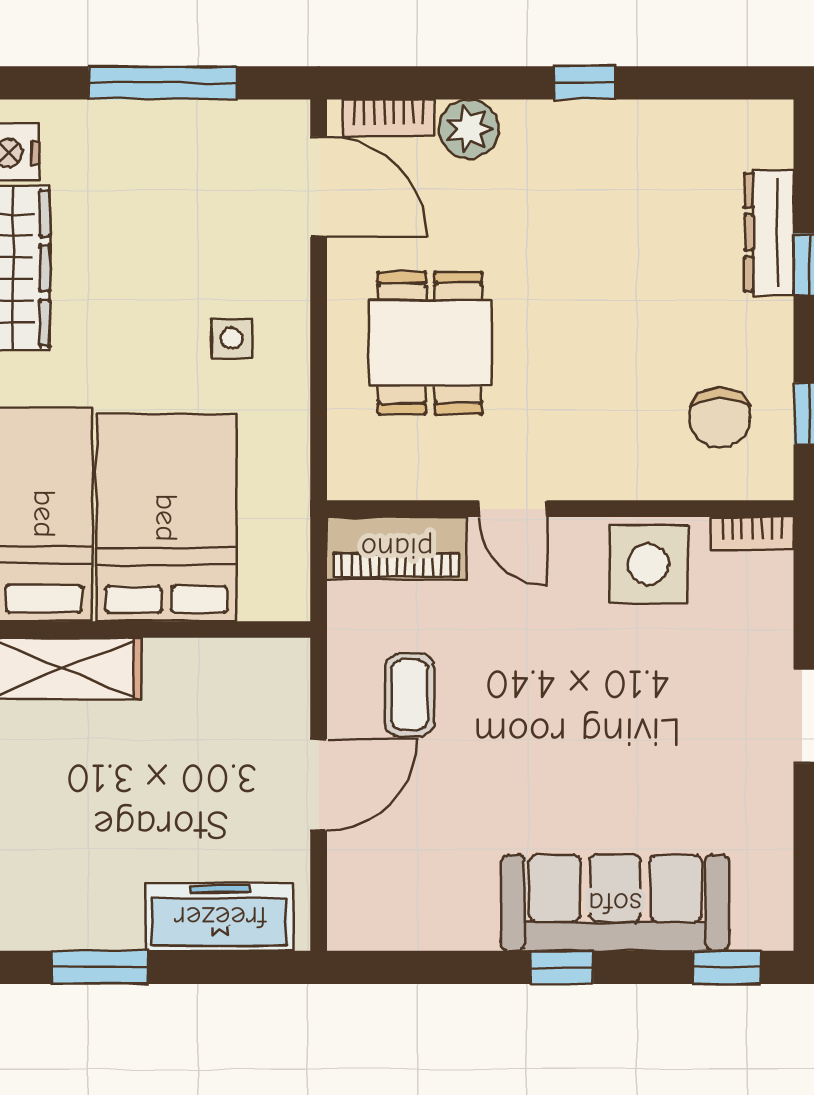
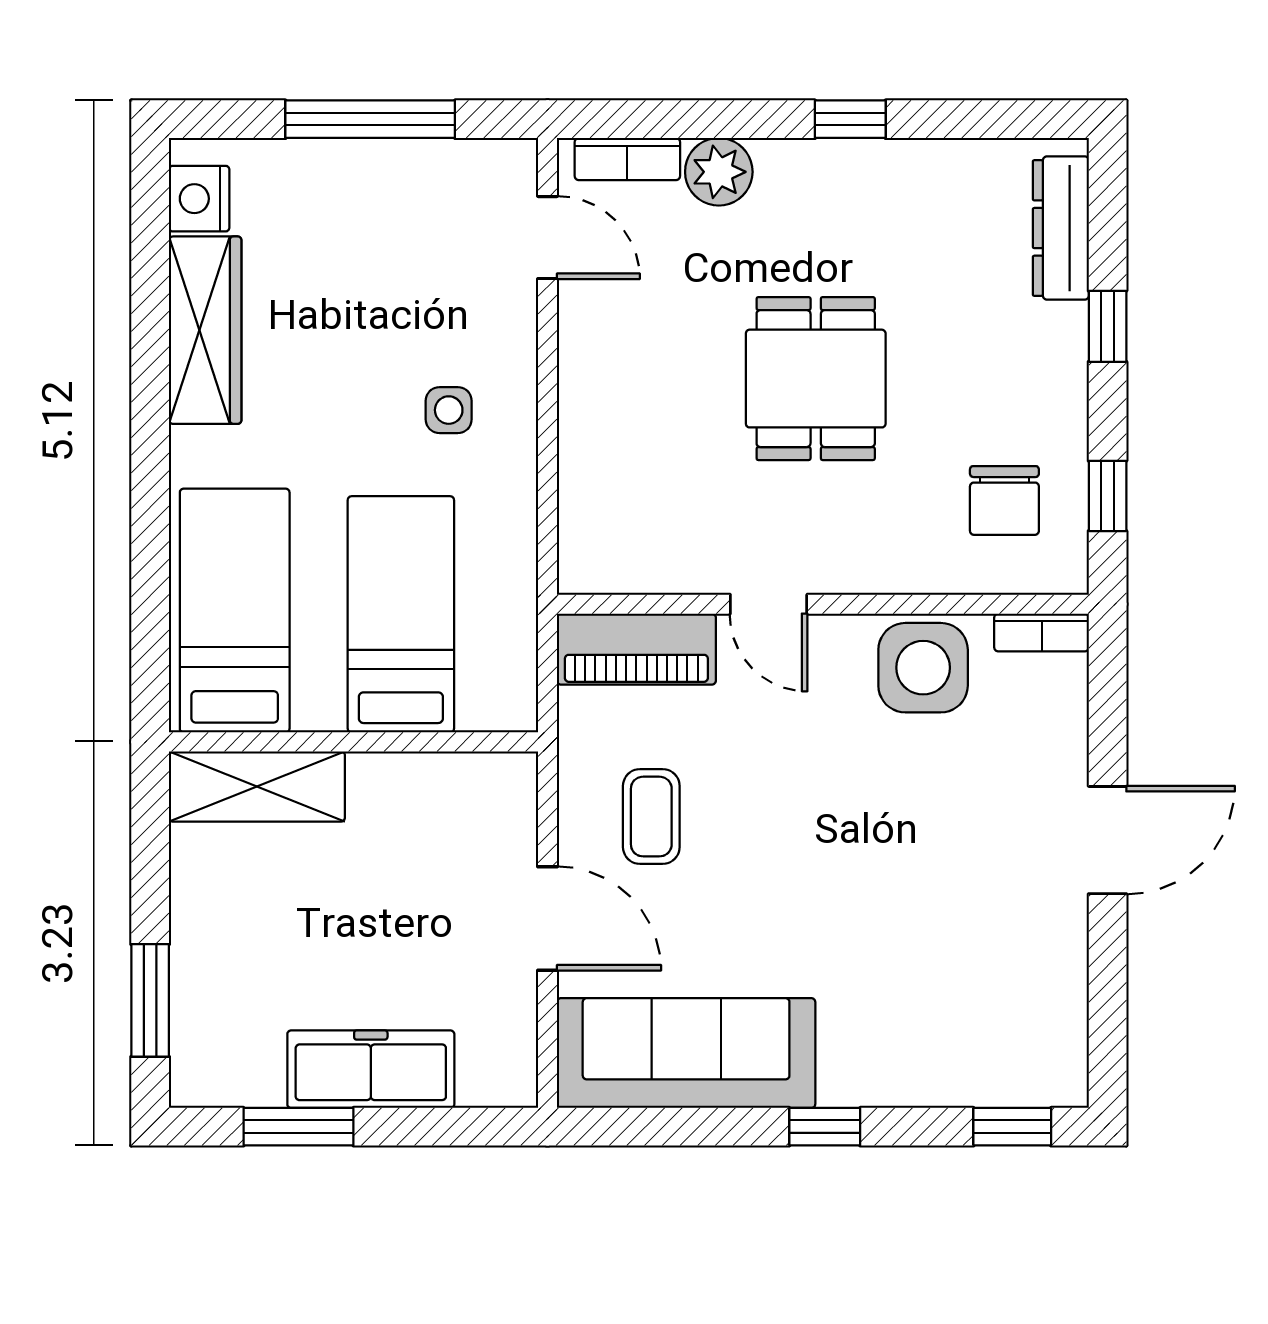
door: (319, 187) -> (548, 238), width x0.73
dresser: (769, 232) -> (1061, 228), moved
dining table: (430, 343) -> (816, 379), moved
bed: (166, 518) -> (401, 614), width x0.67
door: (319, 785) -> (548, 919), hinge flipped
sofa: (615, 903) -> (686, 1053), moved
freezer: (220, 917) -> (371, 1069), moved

